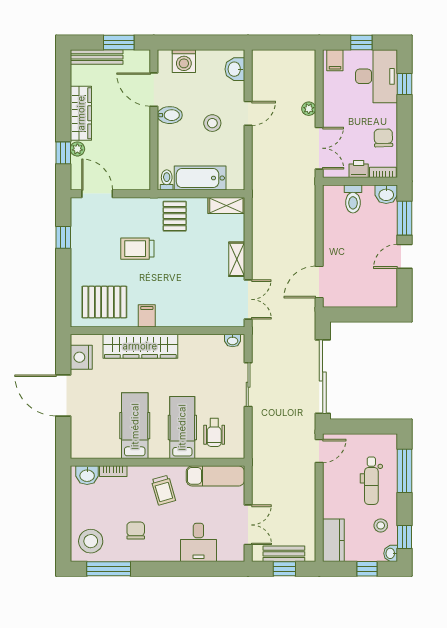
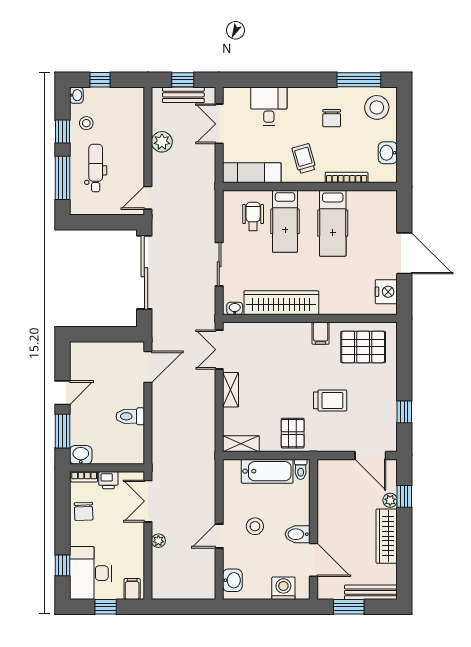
toilet: (353, 199) -> (130, 416), moved, turned -90
wardrobe: (140, 346) -> (281, 303), moved
bookcase: (113, 471) -> (347, 178), width x1.56
washbasin: (87, 475) -> (388, 153), moved, turned -90
plant: (305, 507) -> (162, 142), added
window: (405, 537) -> (62, 132), moved
kitchen counter: (333, 540) -> (134, 108), removed

